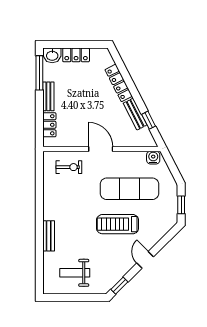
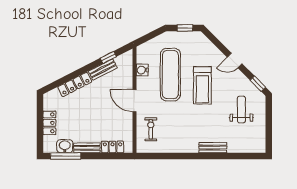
washbasin: (52, 55) -> (65, 146), moved, turned -90
door: (101, 149) -> (134, 101), hinge flipped
water cooler: (153, 158) -> (142, 70), moved
weight bench: (75, 273) -> (241, 110), moved, turned 180

